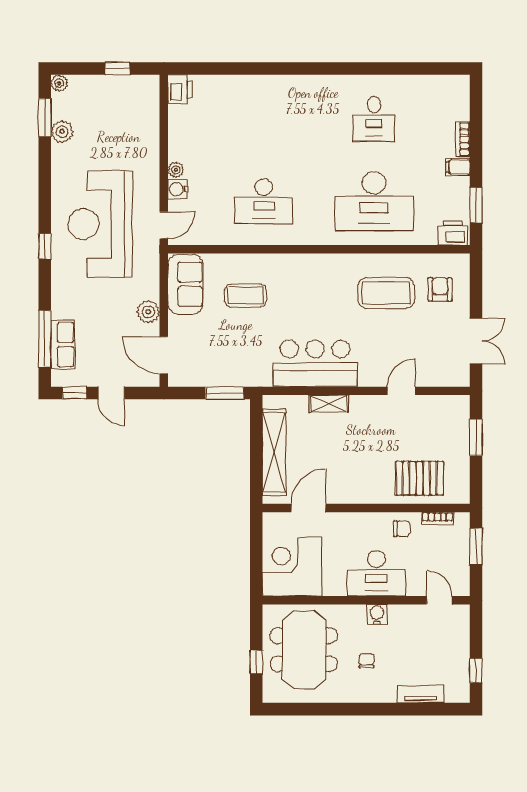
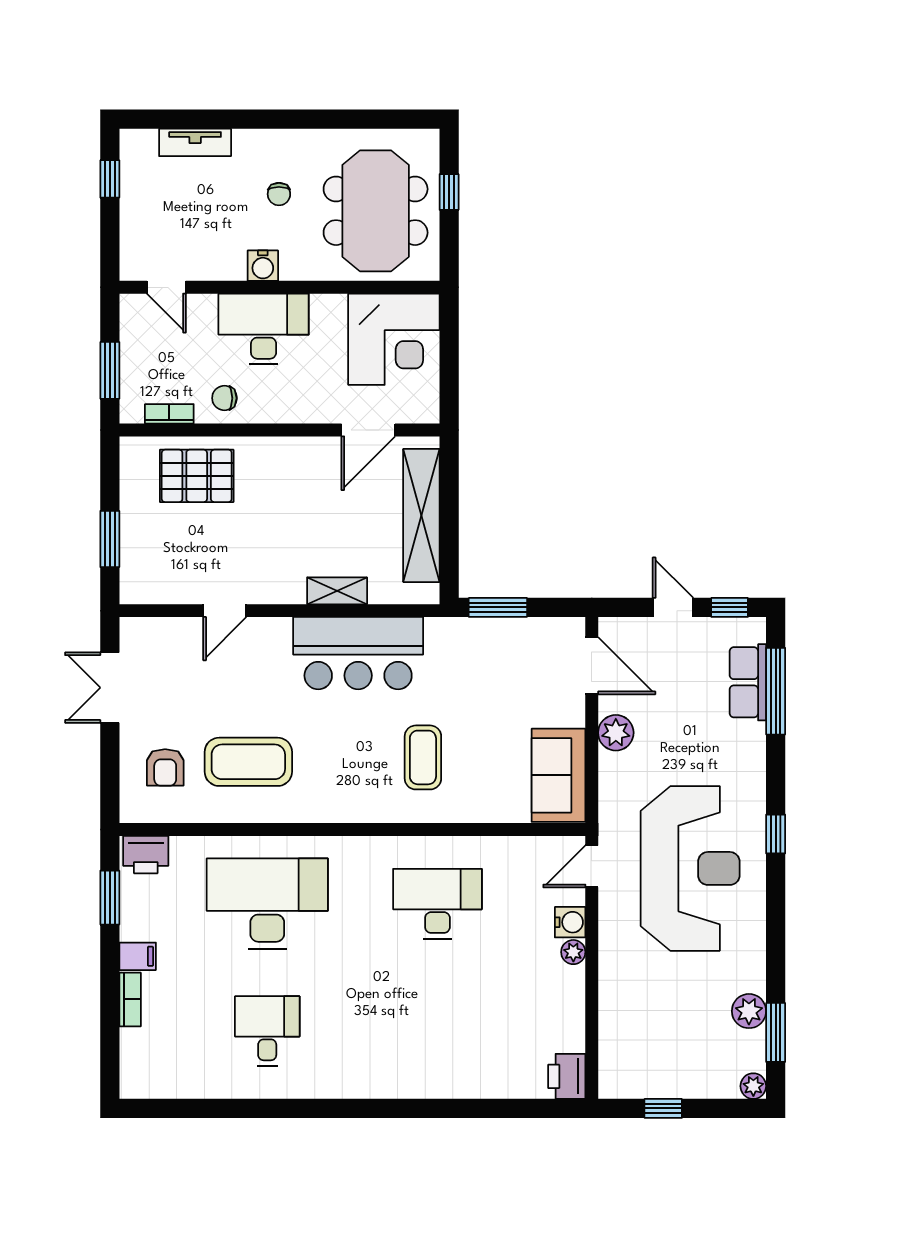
coffee table: (245, 295) -> (423, 757), moved, turned 90

